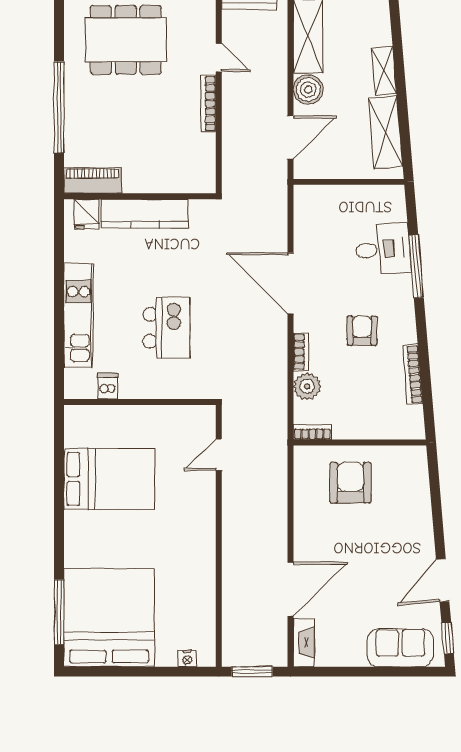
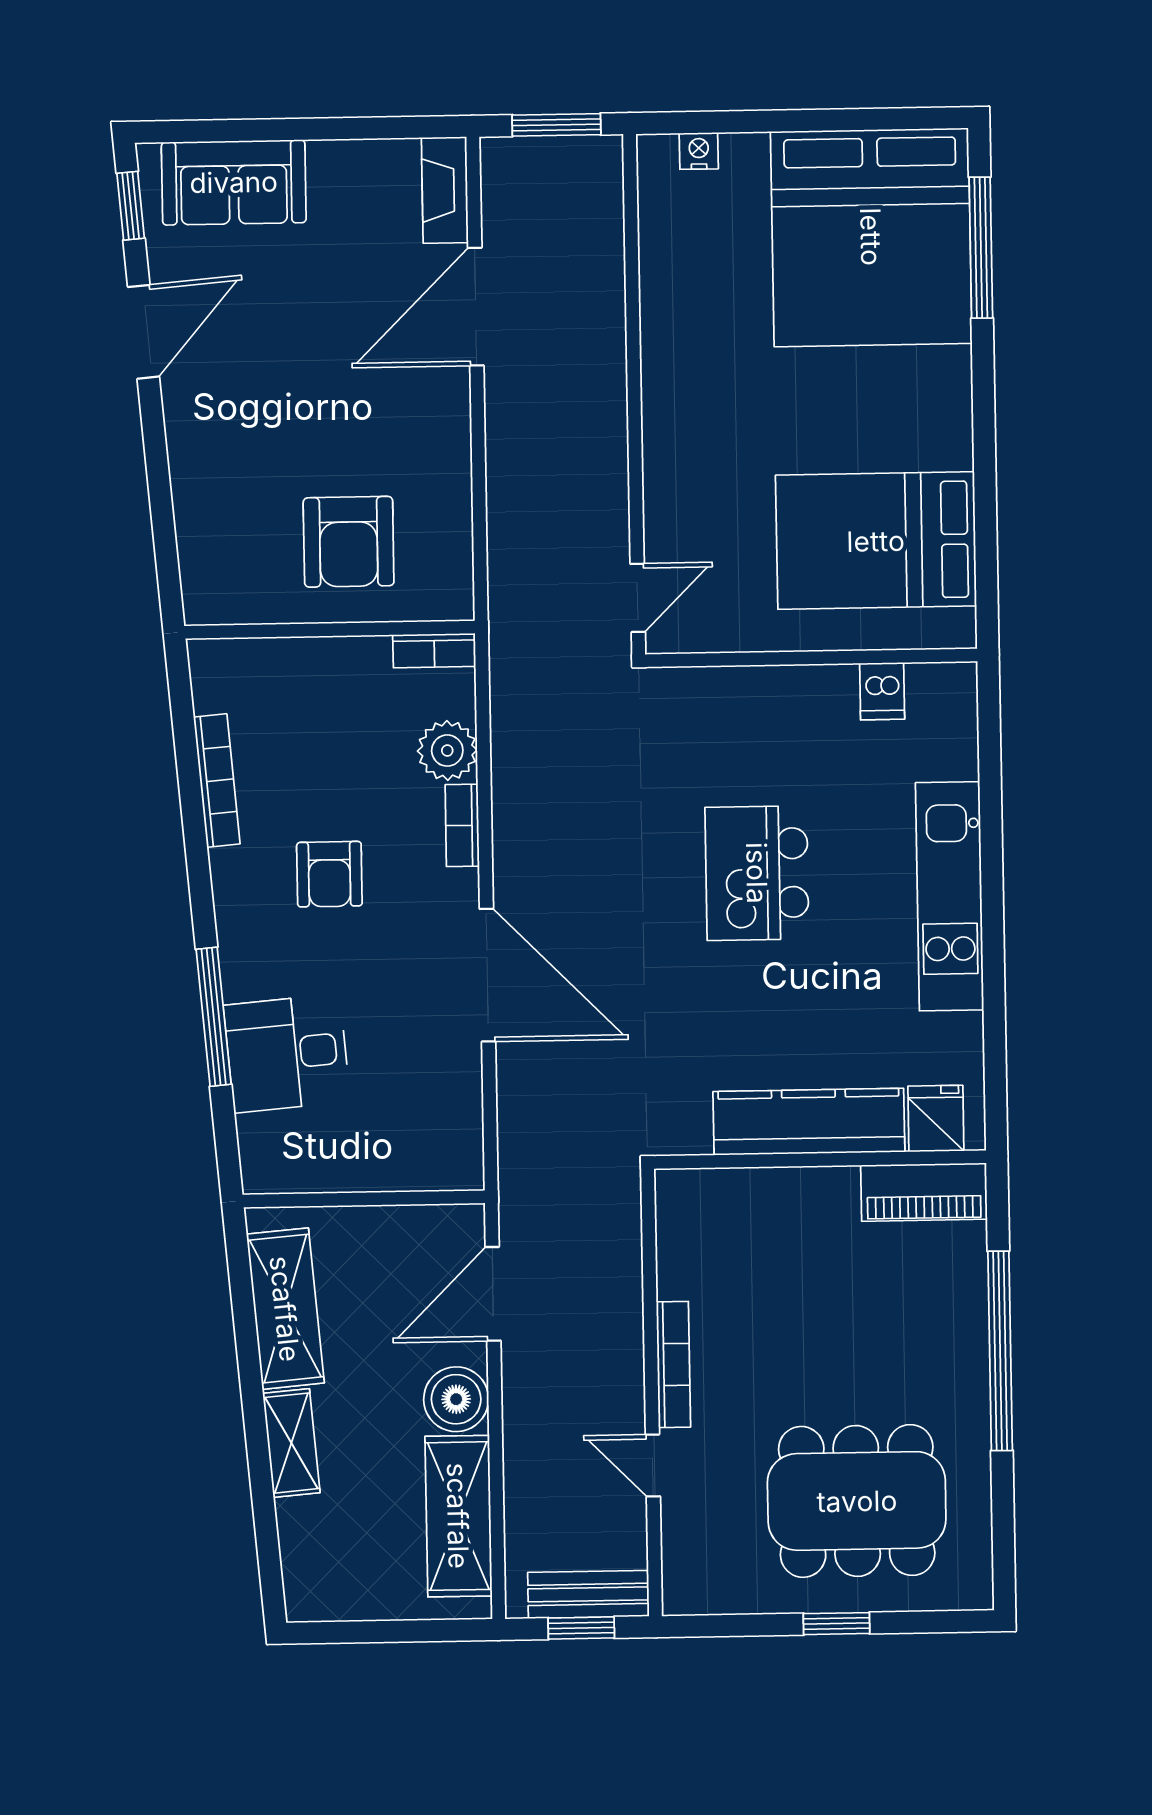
dishwasher: (108, 386) -> (882, 691), moved
wall: (140, 402) -> (811, 658), moved

